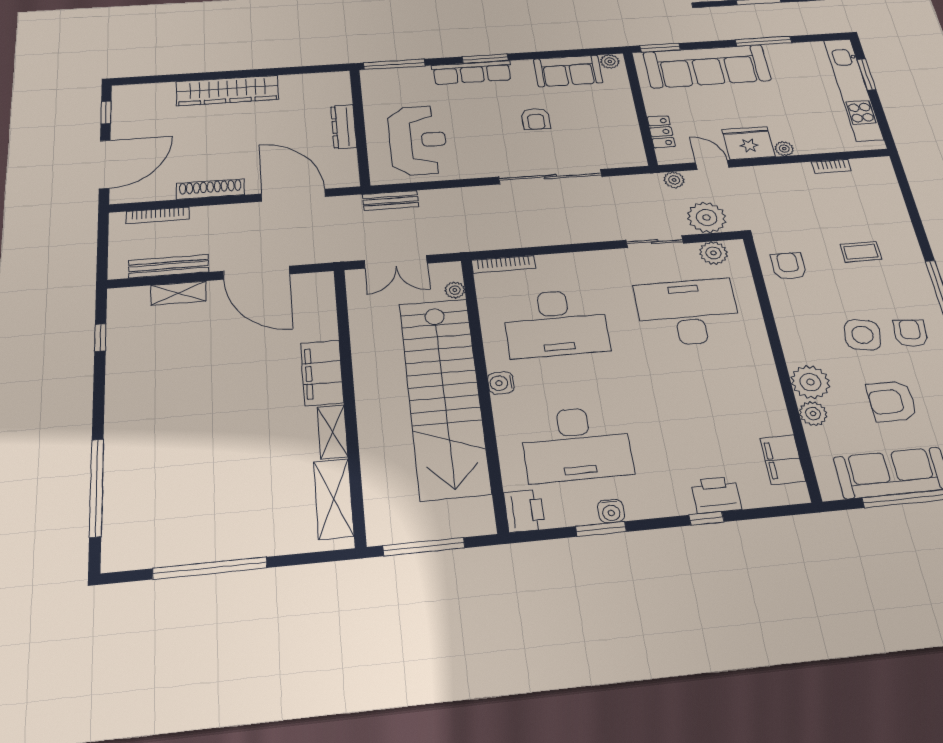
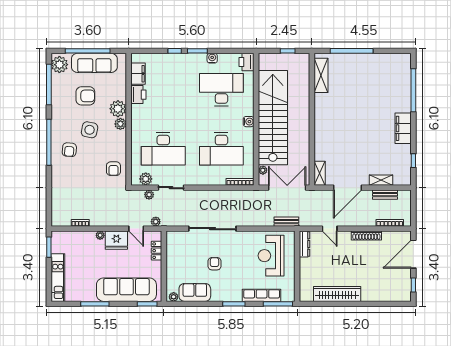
row of seats: (472, 73) -> (262, 295), moved
window: (866, 74) -> (49, 247), moved
kitchen unit: (853, 89) -> (58, 278), width x0.73
wardrobe: (227, 90) -> (337, 294), moved
dresser: (344, 127) -> (305, 244), moved
door: (293, 195) -> (330, 229), width x0.53
plant: (707, 217) -> (149, 195), width x0.53, depth x0.53
coffee table: (861, 252) -> (79, 173), removed
double door: (396, 262) -> (287, 188), width x1.37
bench: (169, 266) -> (385, 195), width x0.73
door: (257, 273) -> (348, 188), swing flipped
desk: (556, 323) -> (221, 149), turned 180
armchair: (910, 333) -> (69, 150), moved
filing cabinet: (322, 373) -> (403, 128), moved, turned 180
plant: (813, 414) -> (120, 124), moved
shelving: (333, 432) -> (320, 173), moved
printer: (716, 495) -> (138, 95), moved, turned -90
window: (601, 529) -> (197, 51), moved
window: (424, 547) -> (288, 51), width x0.46
window: (210, 568) -> (352, 51), moved

